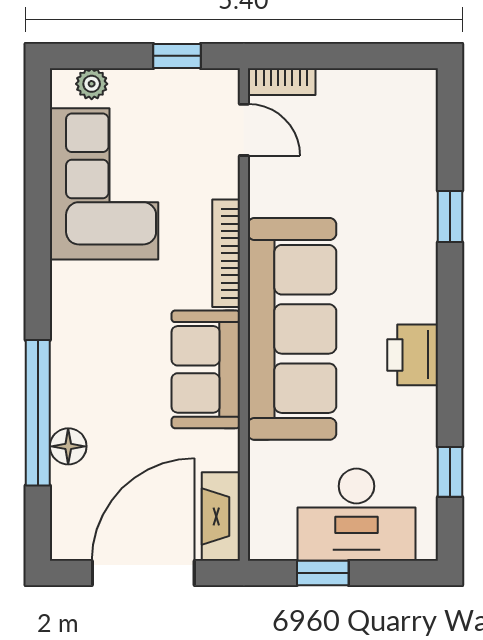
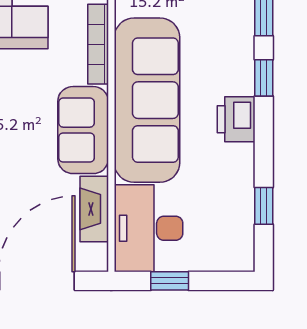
window: (450, 299) -> (264, 78), added
desk: (356, 515) -> (148, 228), moved, turned 90
fireplace: (221, 517) -> (94, 209), moved

